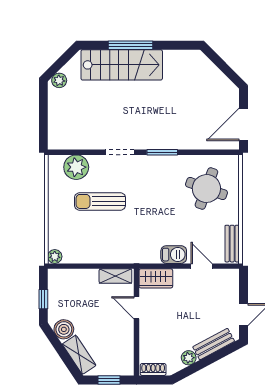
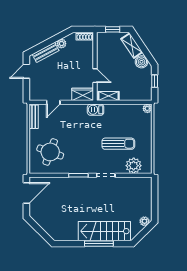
barbecue: (174, 255) -> (96, 110), moved
door: (202, 266) -> (53, 102), hinge flipped

